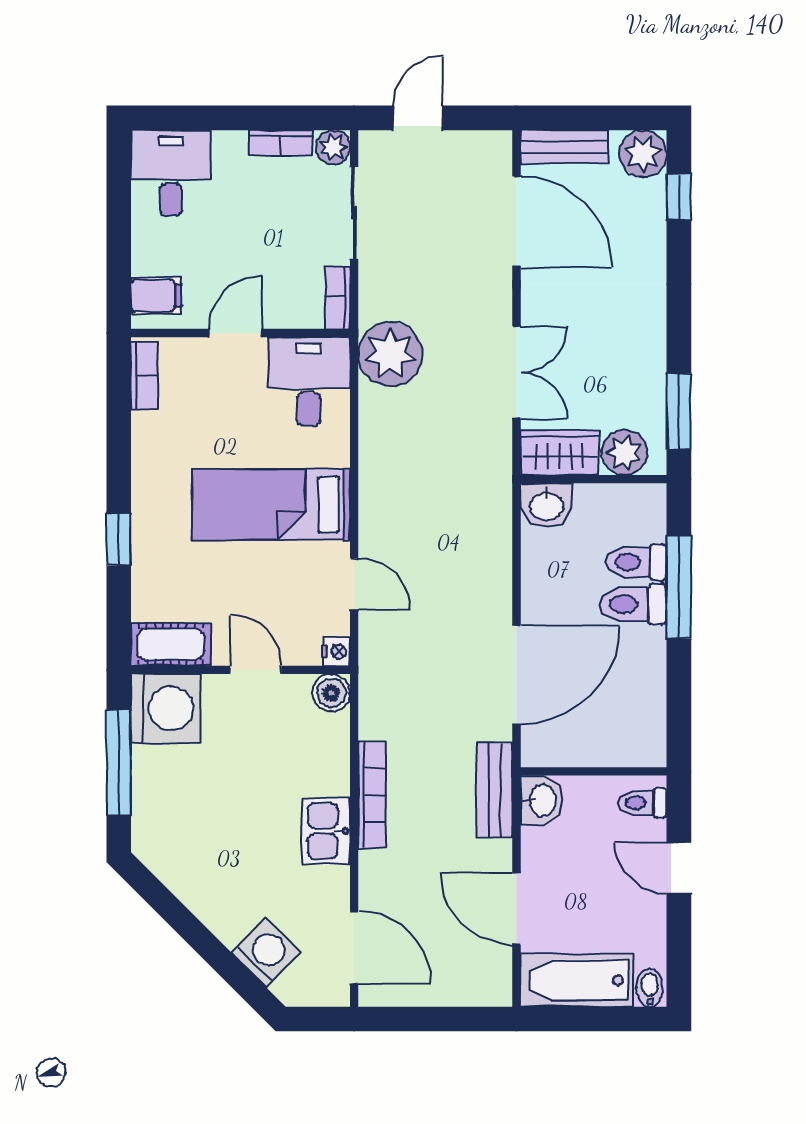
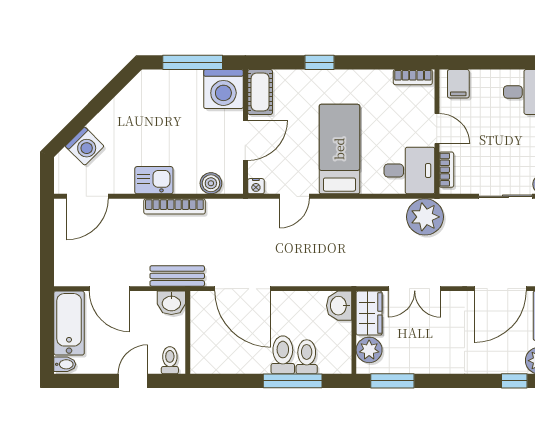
bookcase: (338, 298) -> (446, 170), moved, turned 90
door: (256, 670) -> (245, 140), width x1.38
boiler: (331, 693) -> (211, 183), moved
door: (517, 909) -> (110, 289), swing flipped

